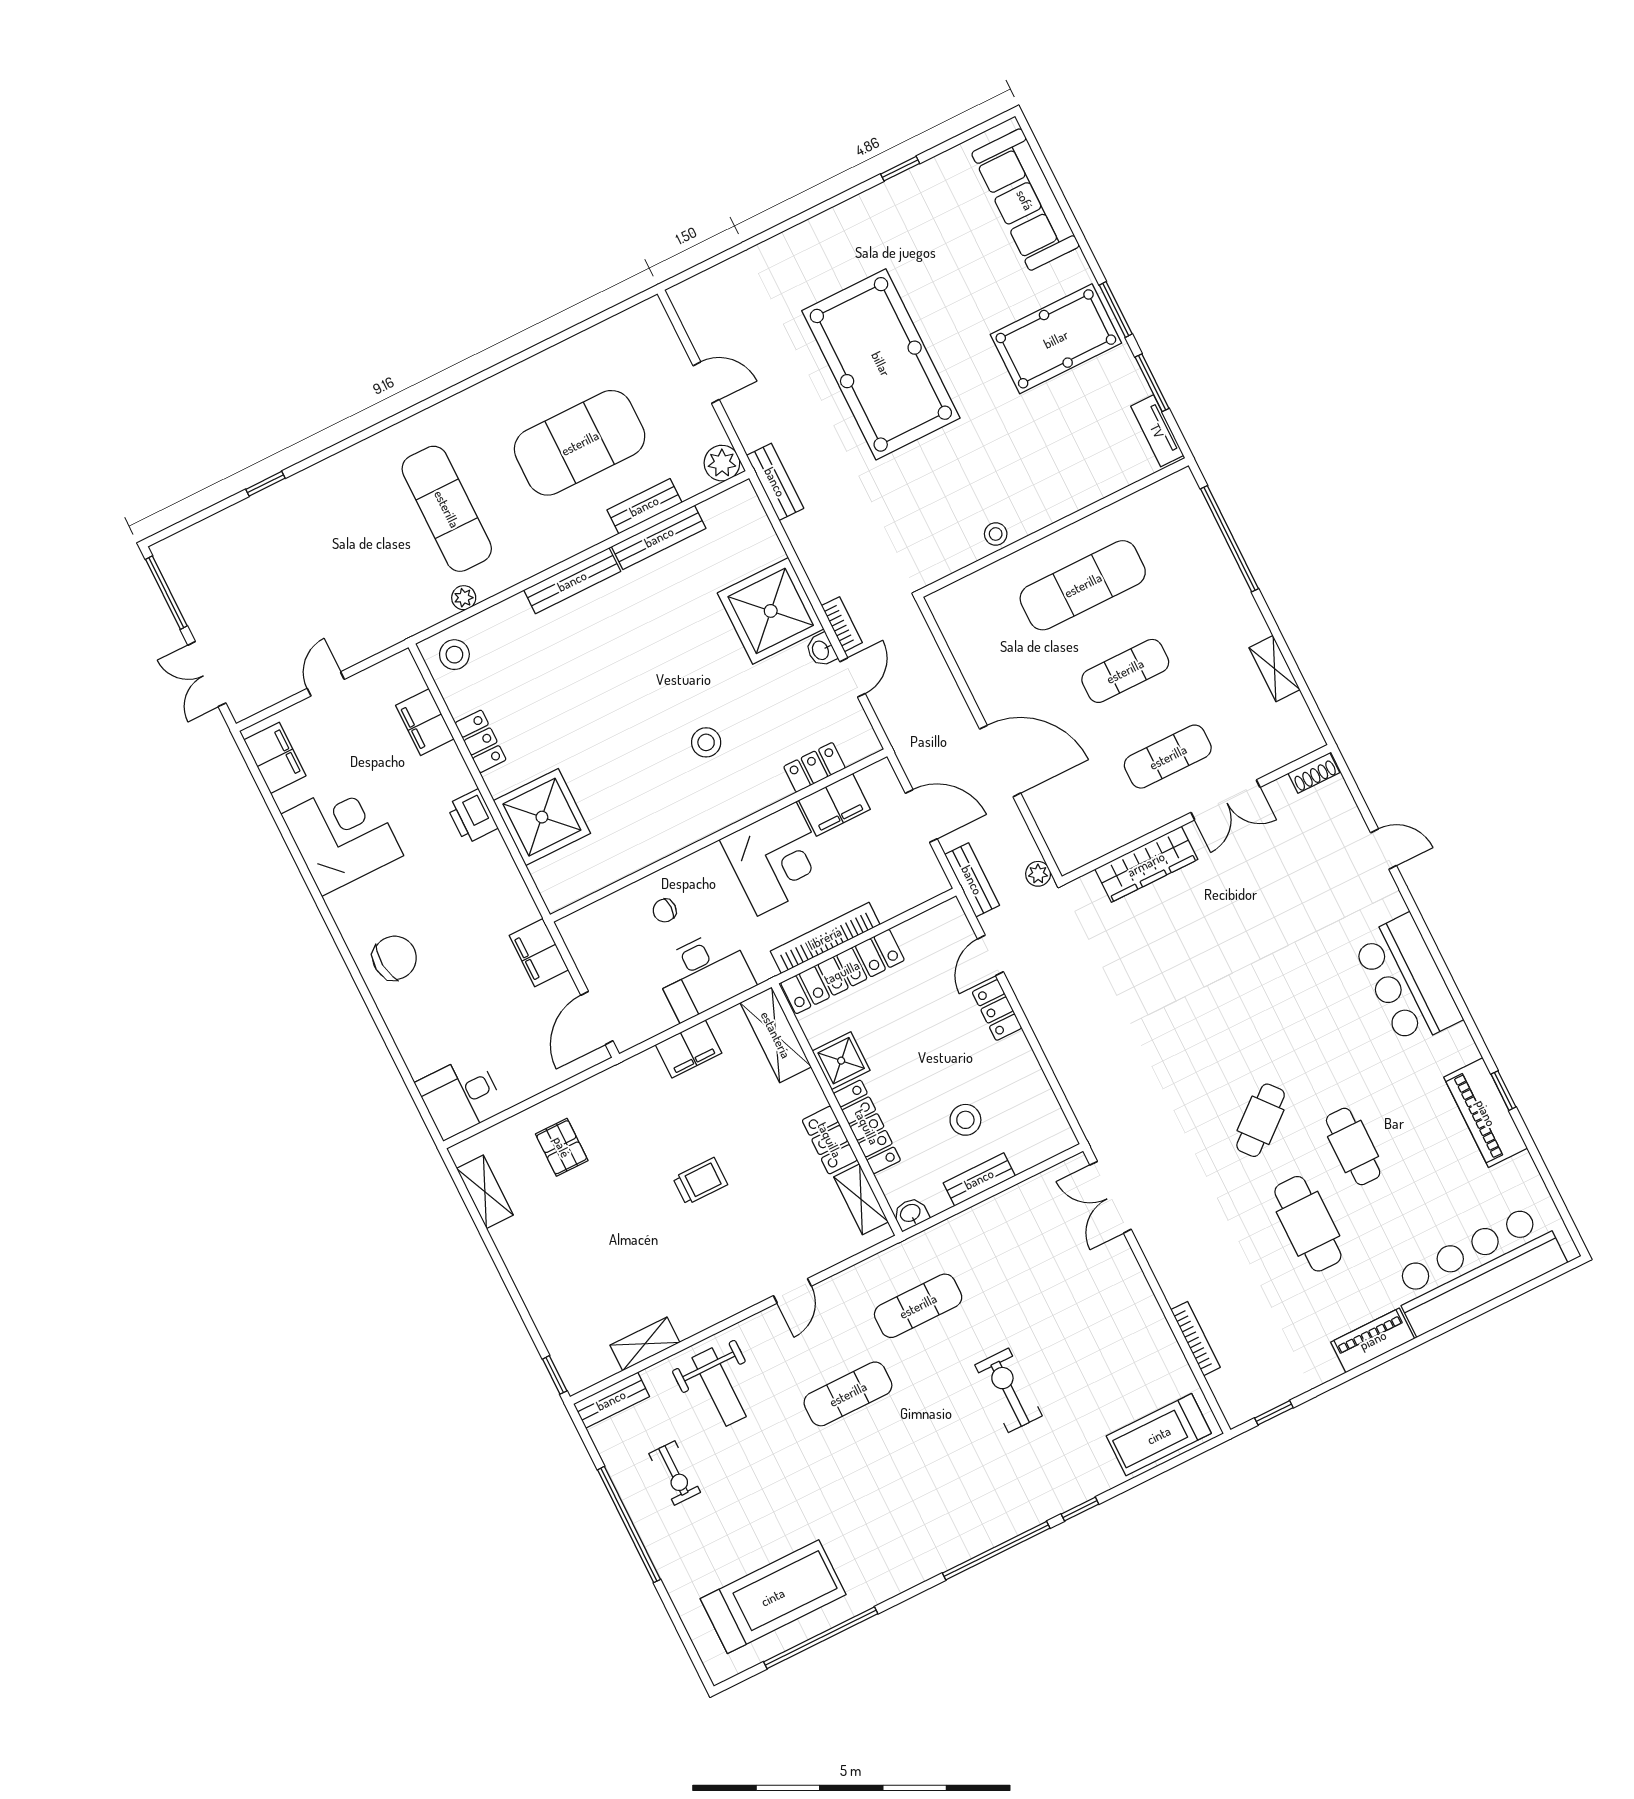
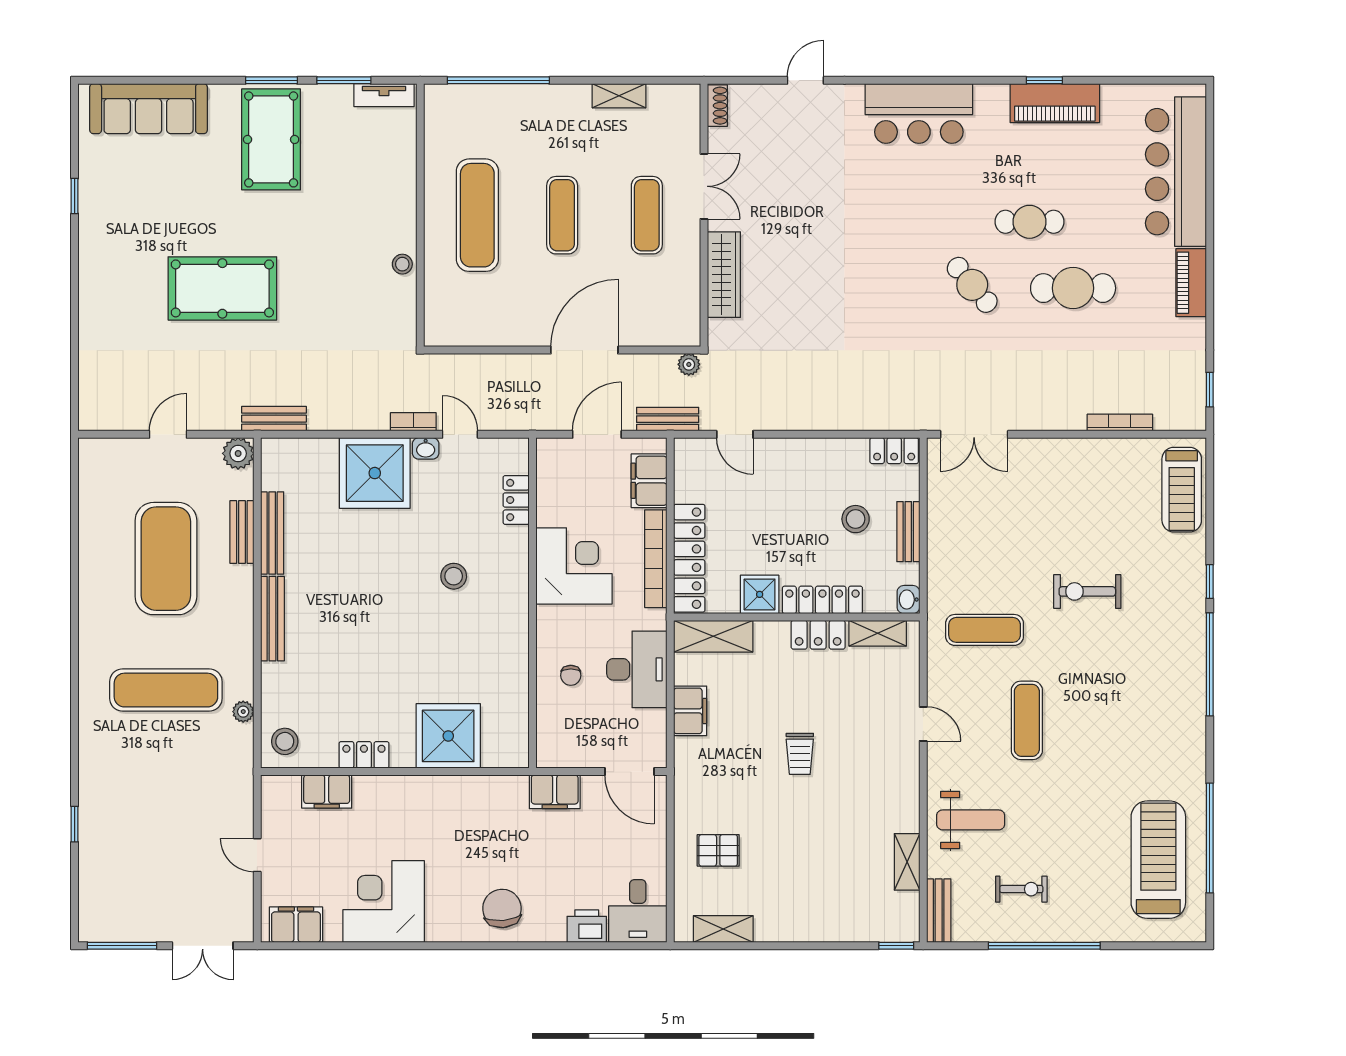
pool table: (881, 364) -> (222, 288), width x0.73, depth x0.76
filing cabinet: (834, 805) -> (649, 481), moved, turned 180
printer: (472, 816) -> (587, 926), moved, turned 180
locker: (997, 1010) -> (894, 451), moved
trolley: (700, 1181) -> (800, 754), turned 180
exercise mat: (918, 1306) -> (985, 630), turned 90

